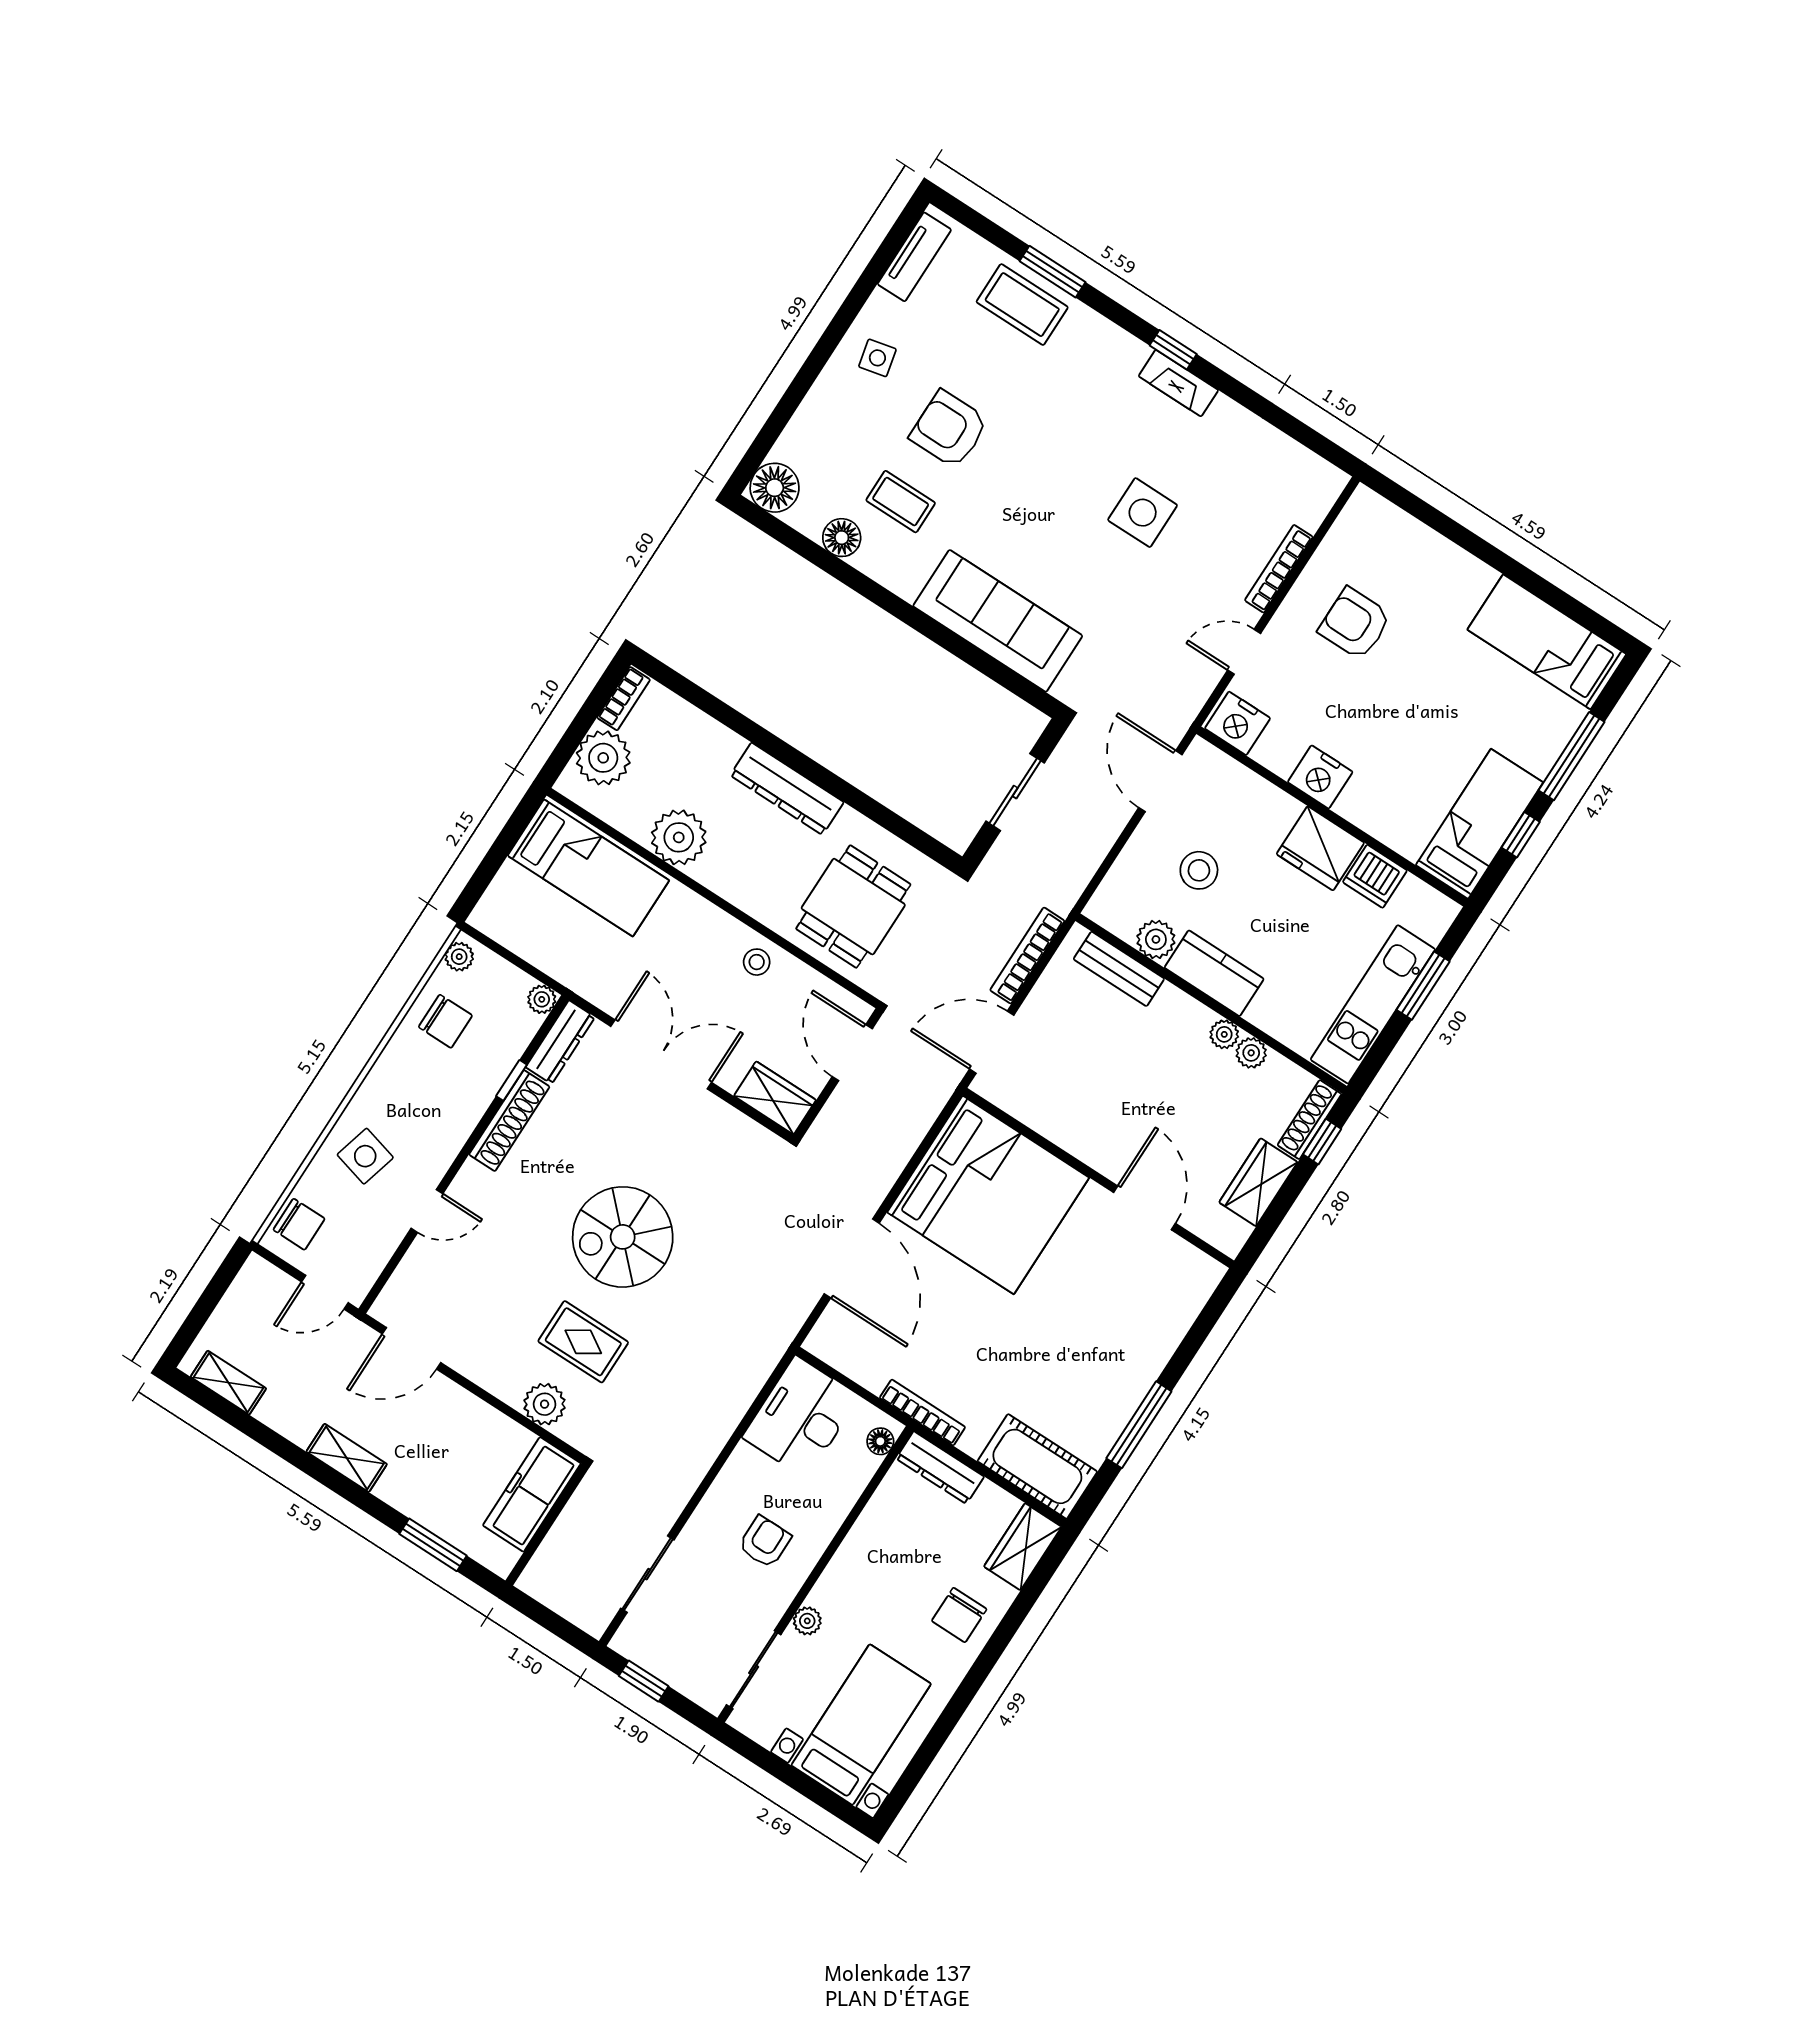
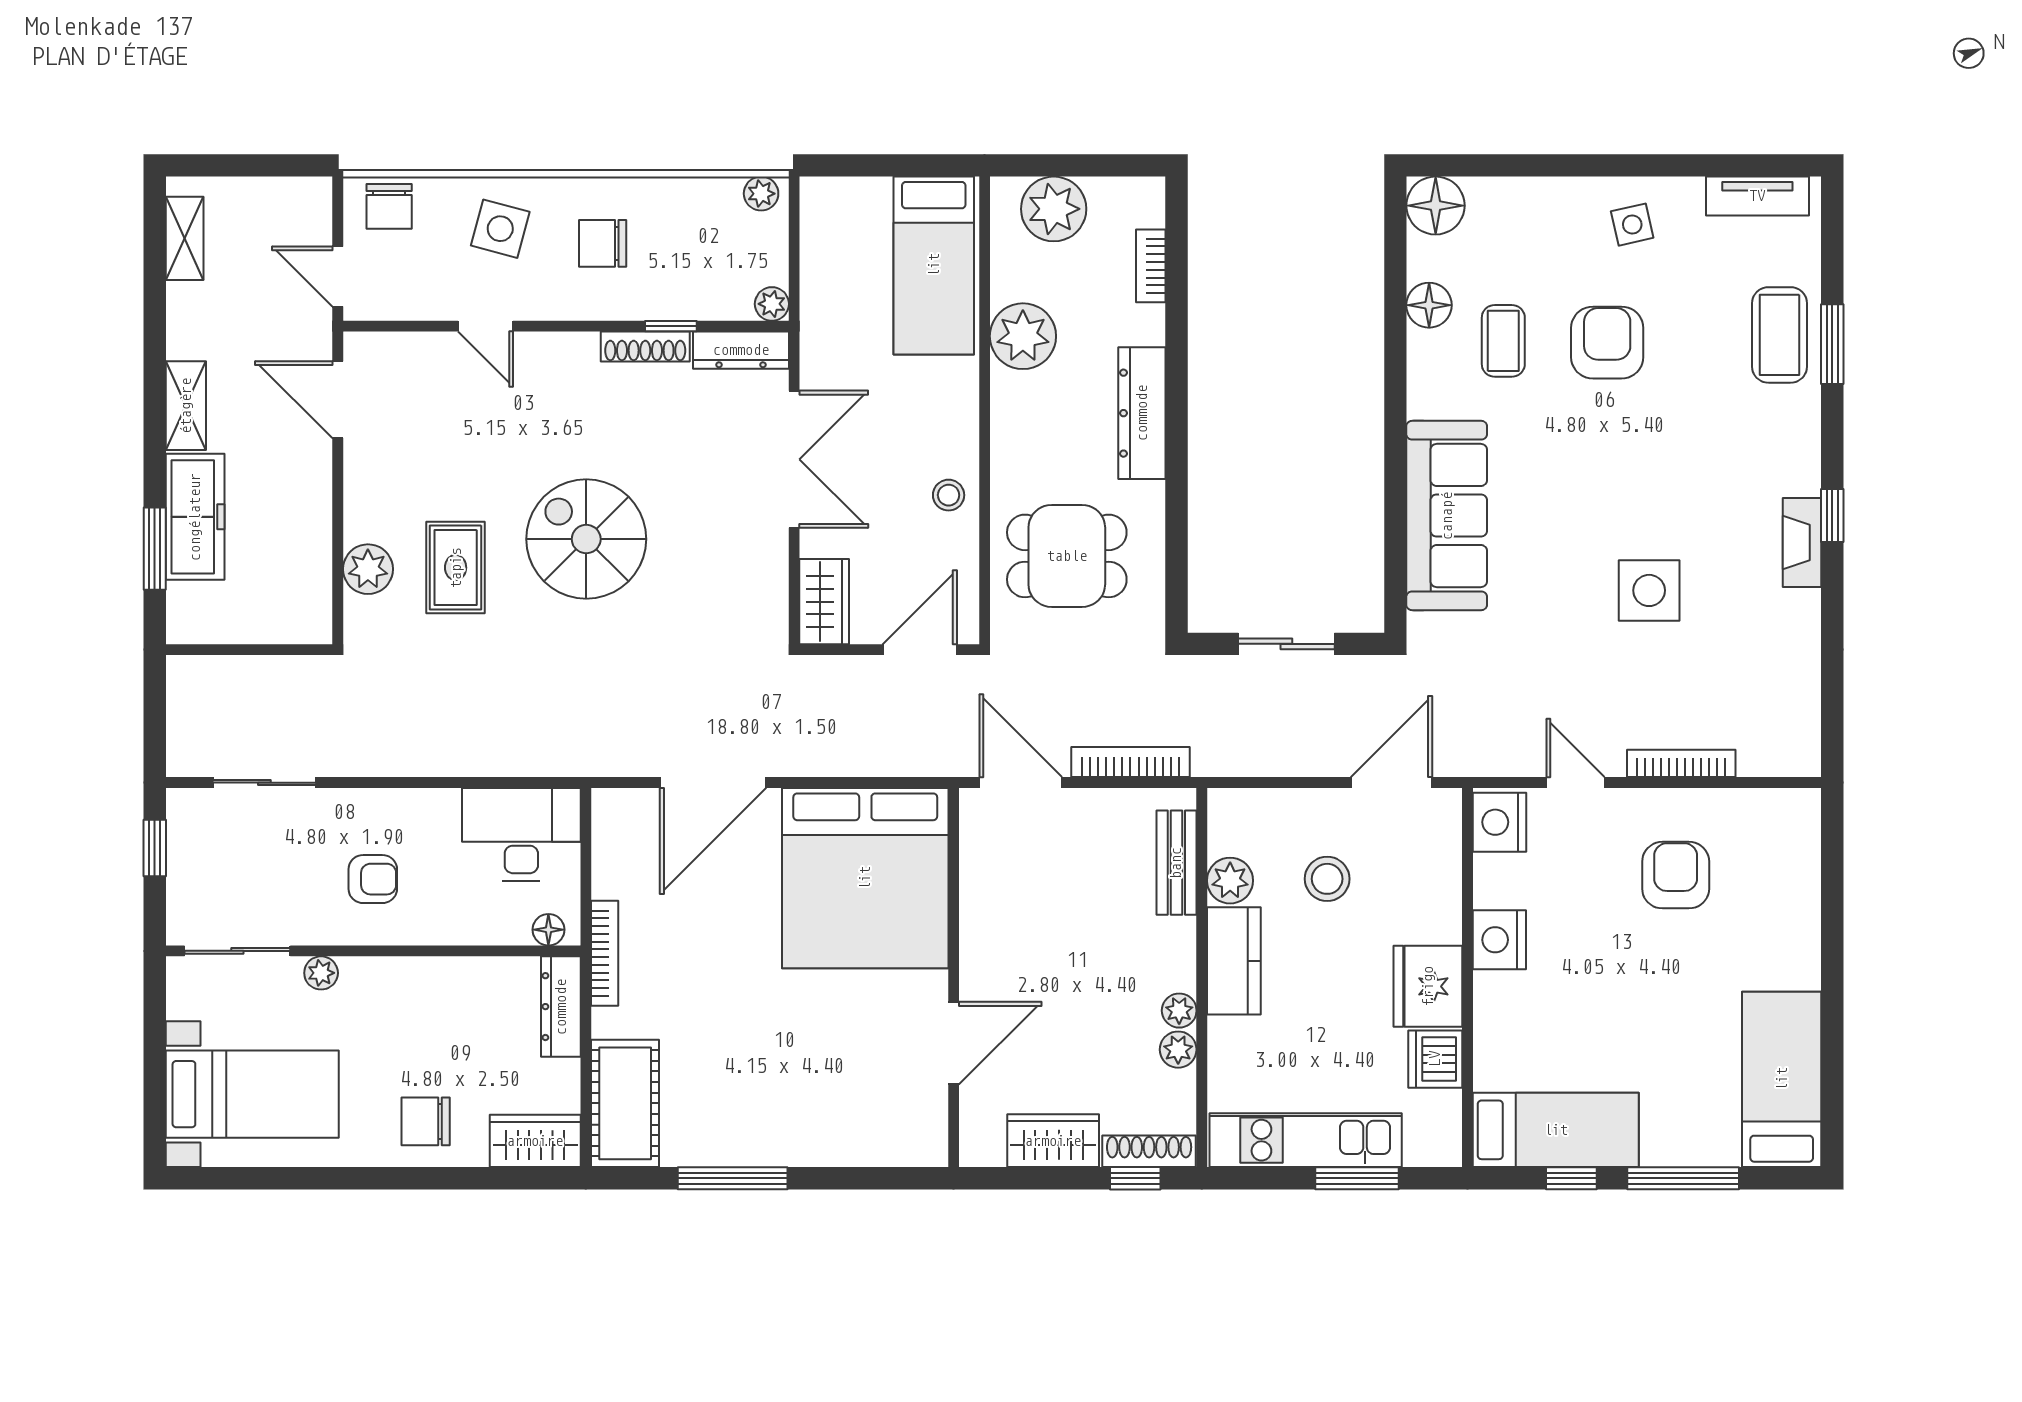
bookcase: (624, 699) -> (1151, 266), moved, turned 90
chair: (445, 1021) -> (603, 243), moved, turned 90
shoe rack: (509, 1121) -> (645, 347), width x0.74, depth x0.81
freezer: (532, 1494) -> (195, 517), moved, turned 90

